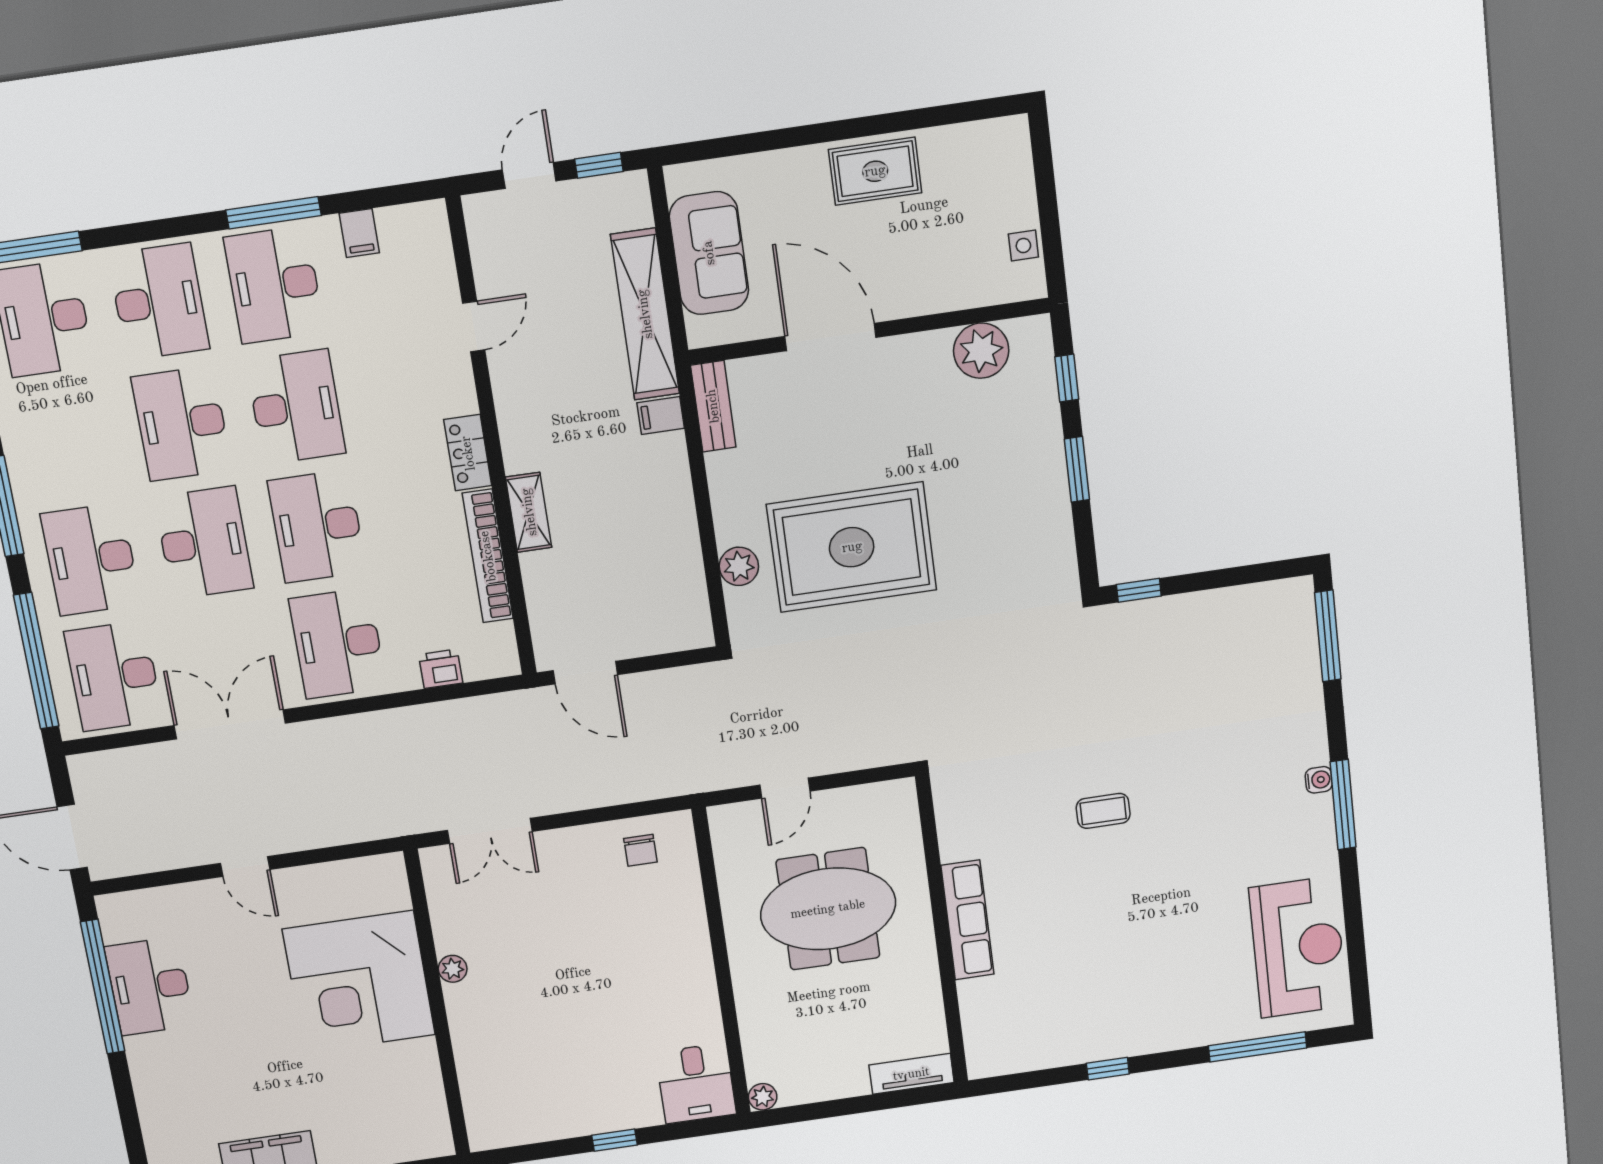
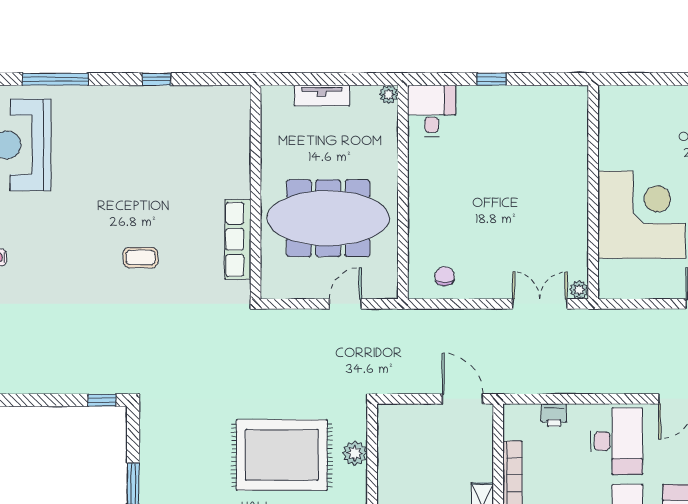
meeting table: (828, 909) -> (328, 218), width x1.36
row of seats: (967, 920) -> (238, 239), moved
plant: (453, 969) -> (579, 290), moved
tv unit: (911, 1074) -> (322, 96), moved

